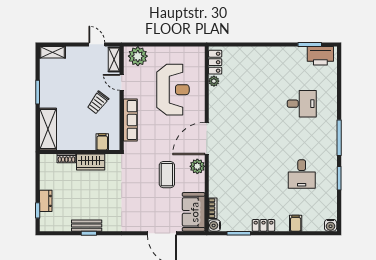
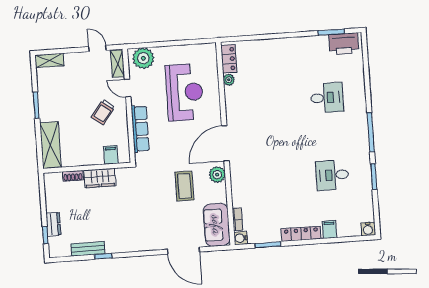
desk: (302, 174) -> (332, 175), turned 90
locker: (263, 225) -> (301, 234), width x1.53
bench: (87, 226) -> (88, 249), moved

